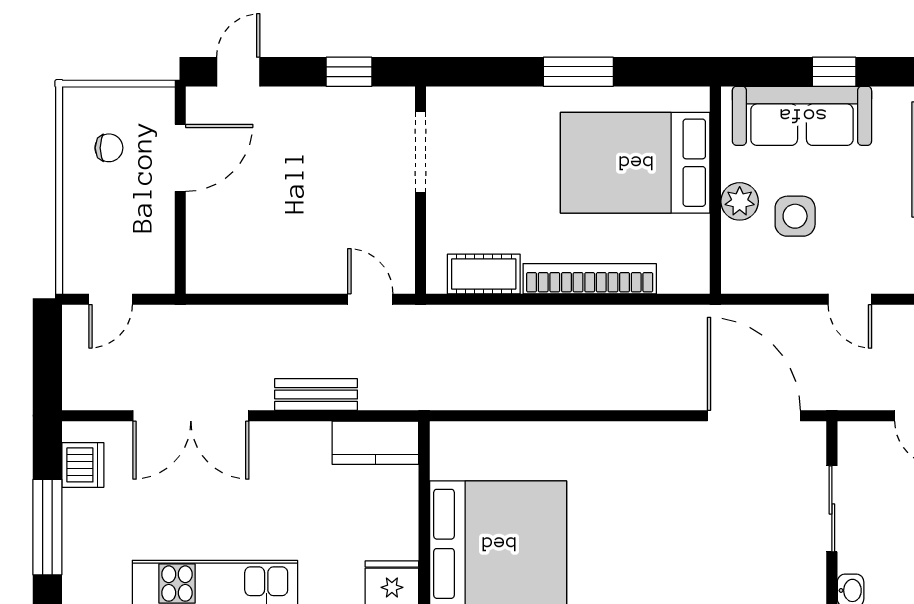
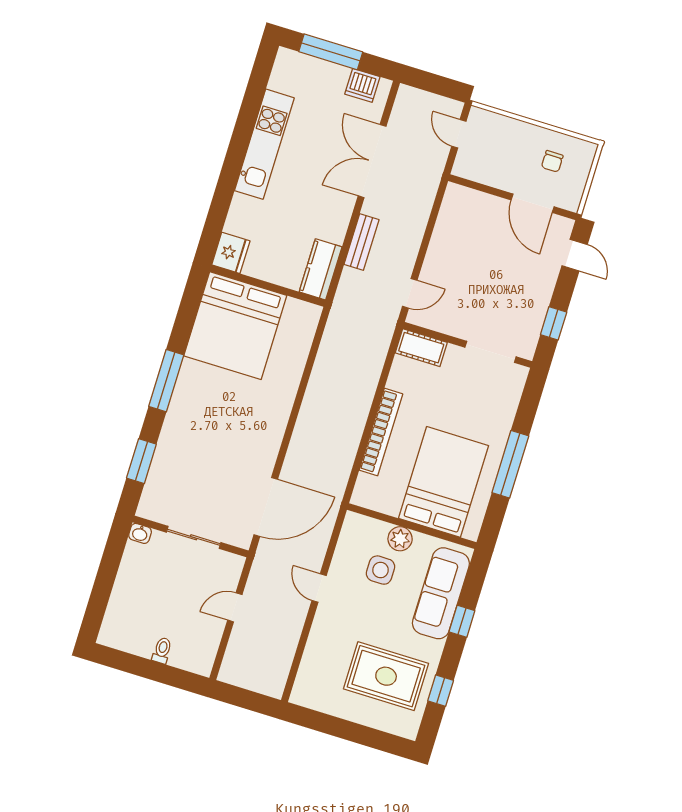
window: (578, 72) -> (510, 464), width x1.44
cot: (484, 274) -> (421, 348), moved, turned 90
door: (850, 299) -> (319, 588), hinge flipped

